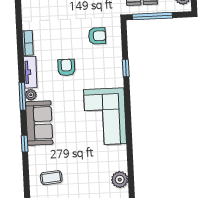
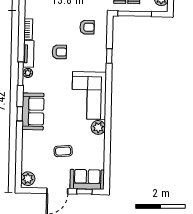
armchair: (66, 67) -> (59, 52), turned 90
sofa: (39, 123) -> (33, 111), moved
coffee table: (51, 178) -> (63, 151), moved
plant: (120, 180) -> (98, 127), moved

